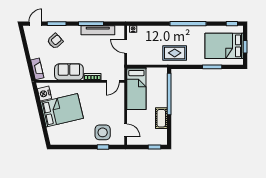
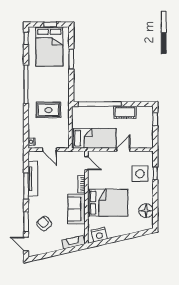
door: (126, 46) -> (50, 150), hinge flipped
rug: (175, 53) -> (48, 110), moved, turned 90
bed: (62, 110) -> (108, 203), moved, turned 103
door: (126, 130) -> (123, 150), moved
floor lamp: (67, 138) -> (146, 211), added

